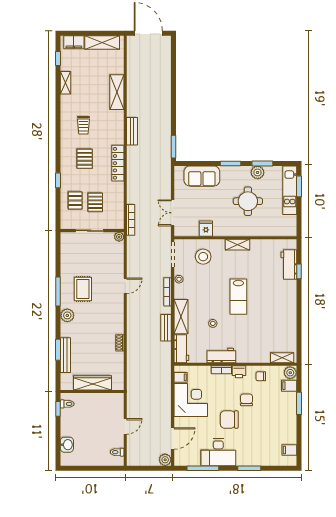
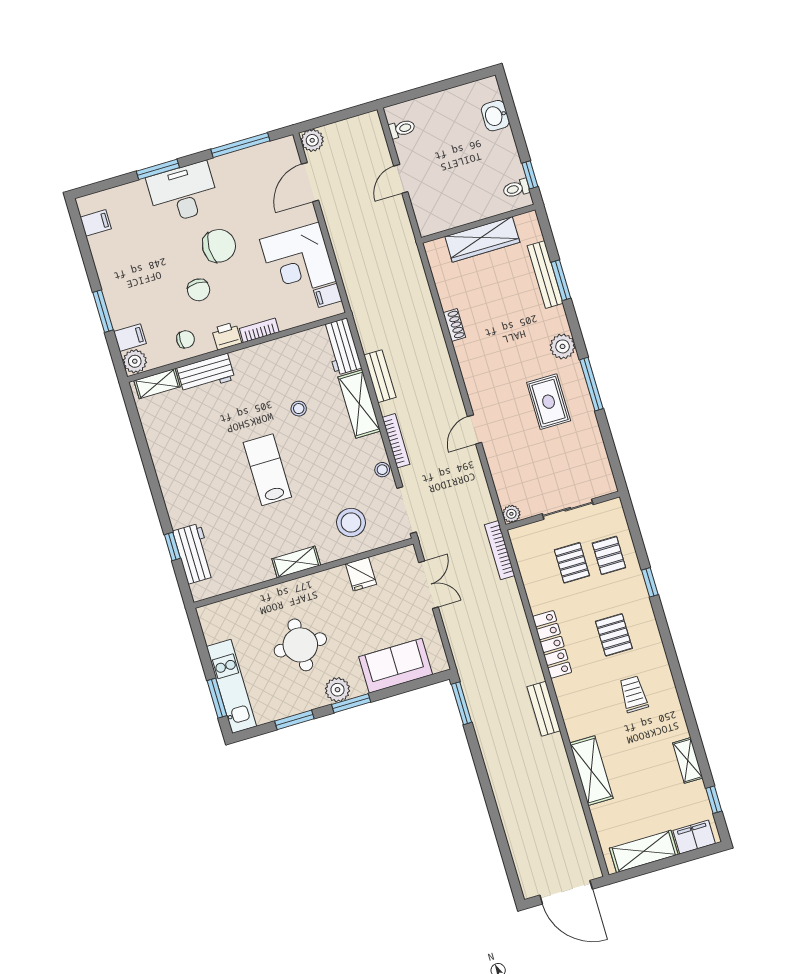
plant: (258, 172) -> (338, 690), moved
workbench: (221, 356) -> (206, 374), moved
desk: (218, 452) -> (183, 193), moved

